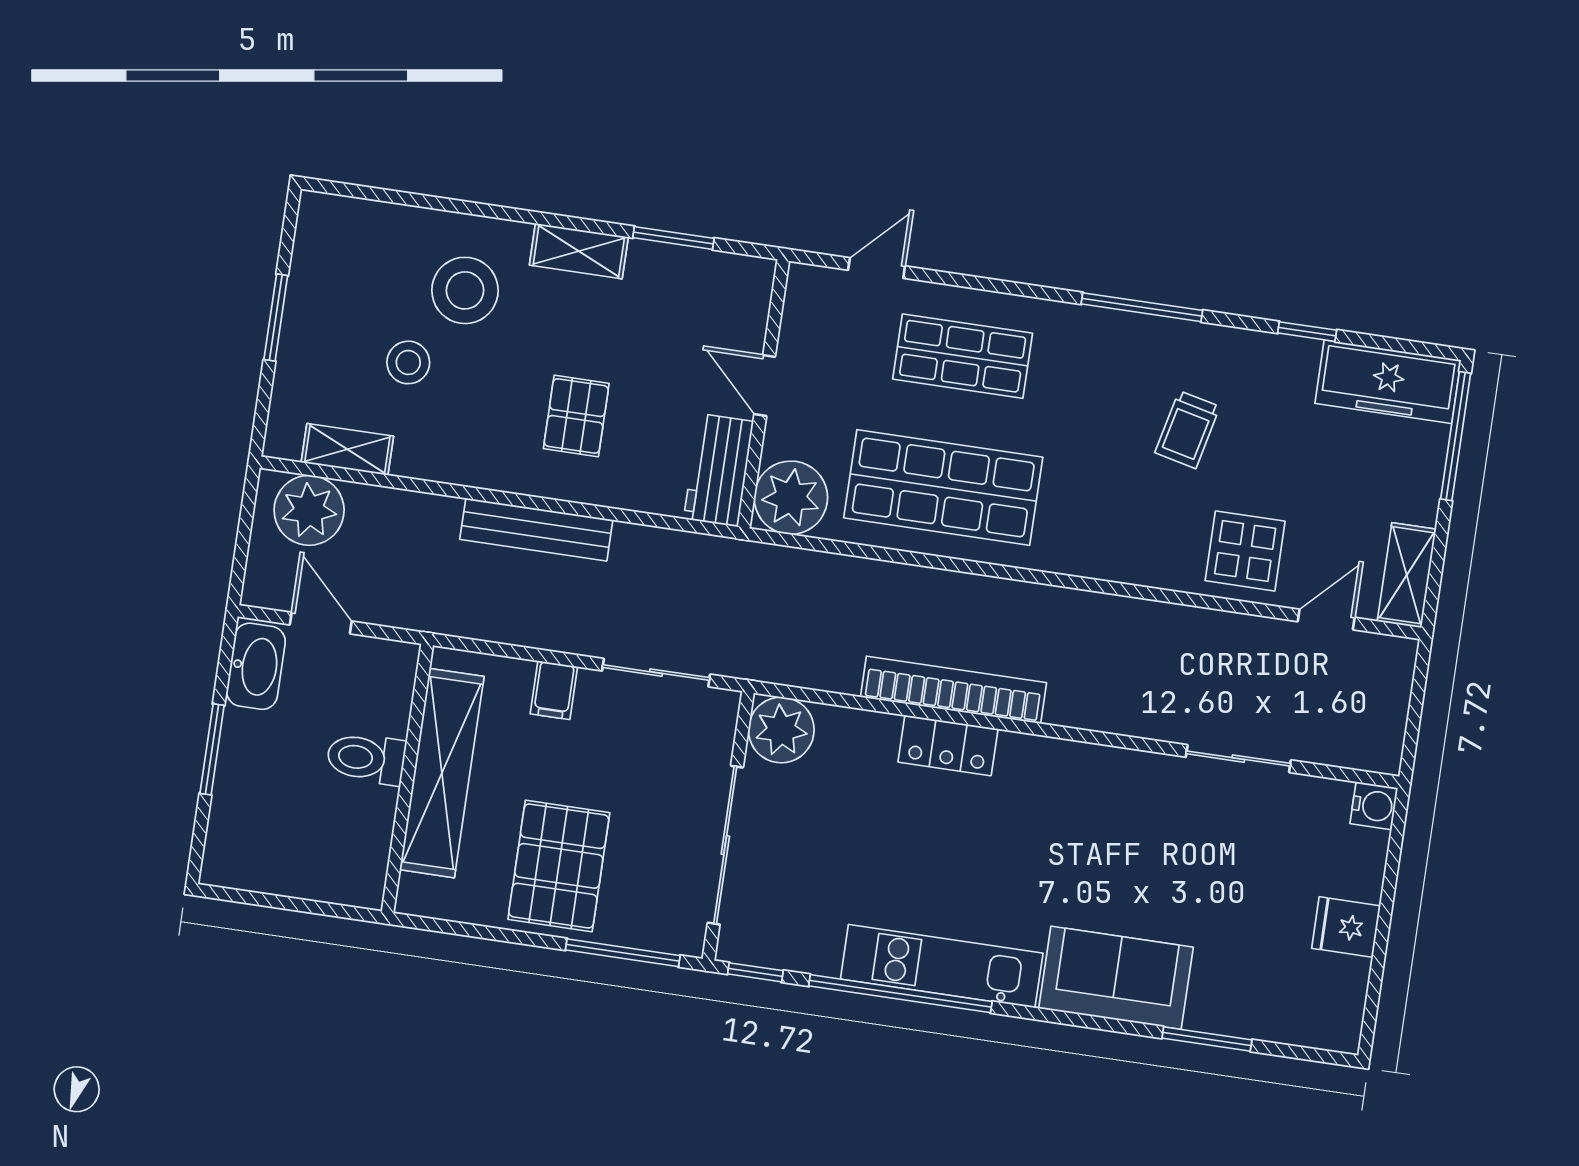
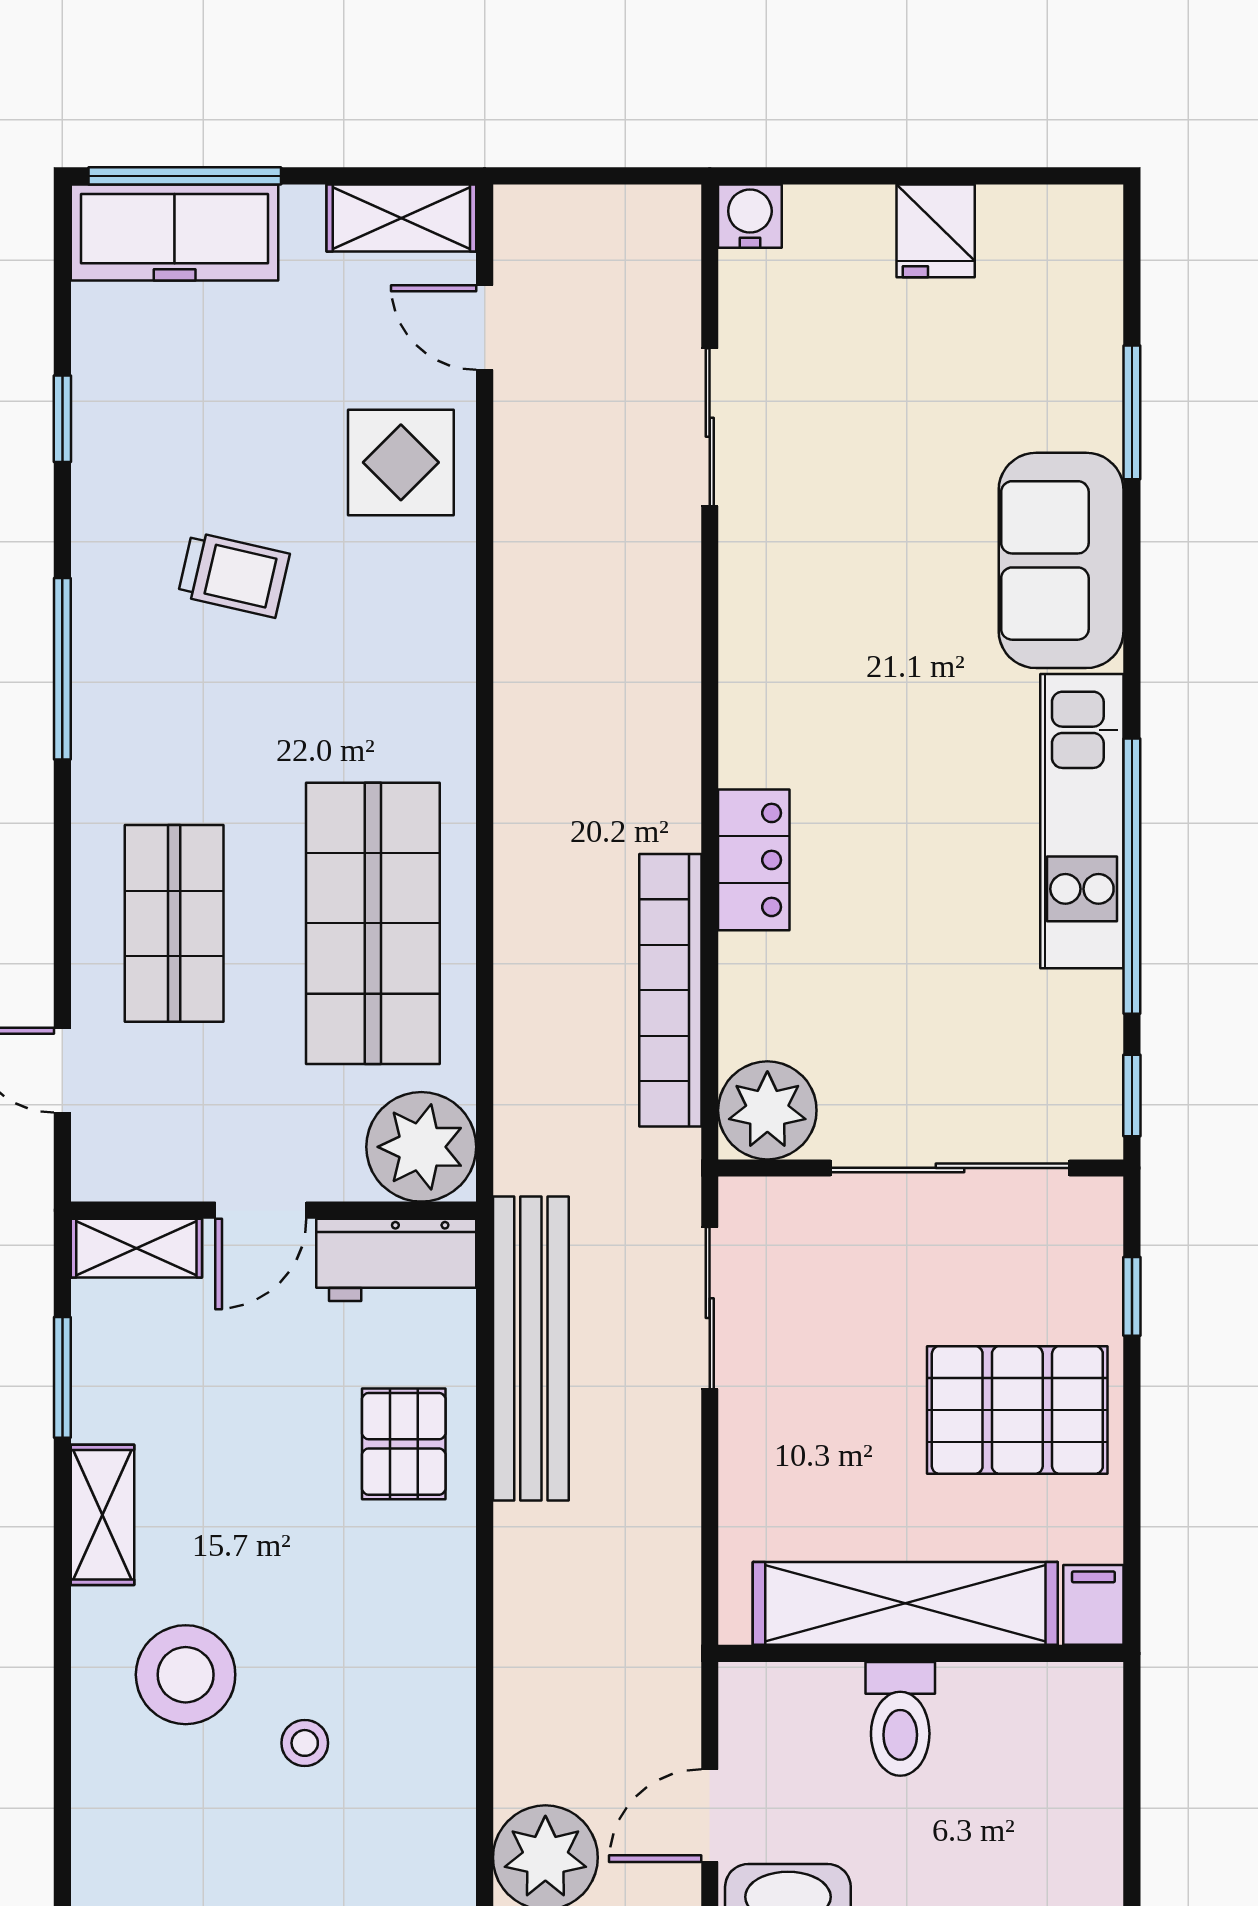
stool: (408, 362) -> (305, 1743), width x0.73, depth x0.73
freezer: (1388, 382) -> (175, 232), moved, turned 90
pallet: (576, 416) -> (404, 1444), moved, turned 90
shelving: (347, 449) -> (136, 1248), moved, turned 90
bench: (536, 530) -> (531, 1349), moved, width x1.37, depth x1.21
filing cabinet: (554, 690) -> (1093, 1605), moved, turned -90
bookcase: (953, 690) -> (670, 990), moved
window: (623, 953) -> (1132, 1296), width x0.46

